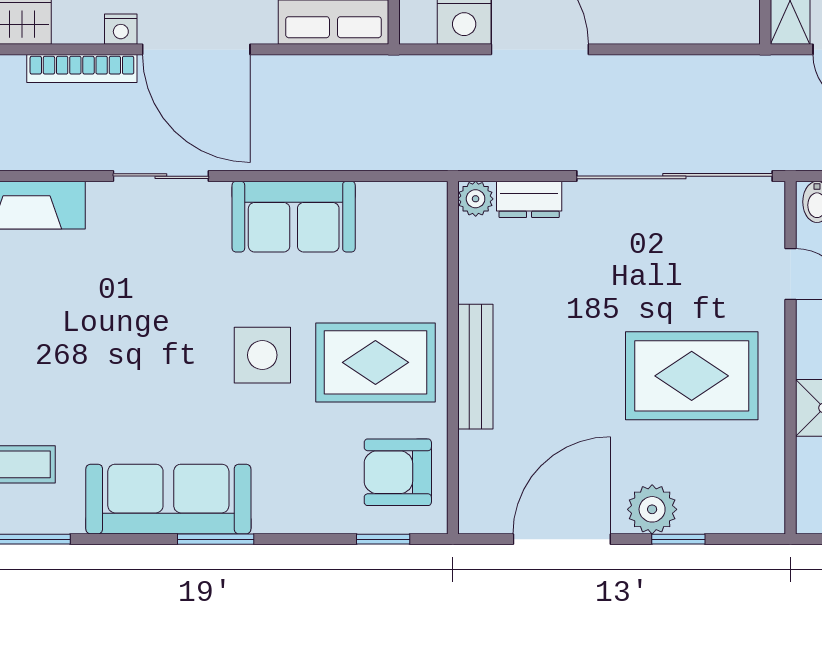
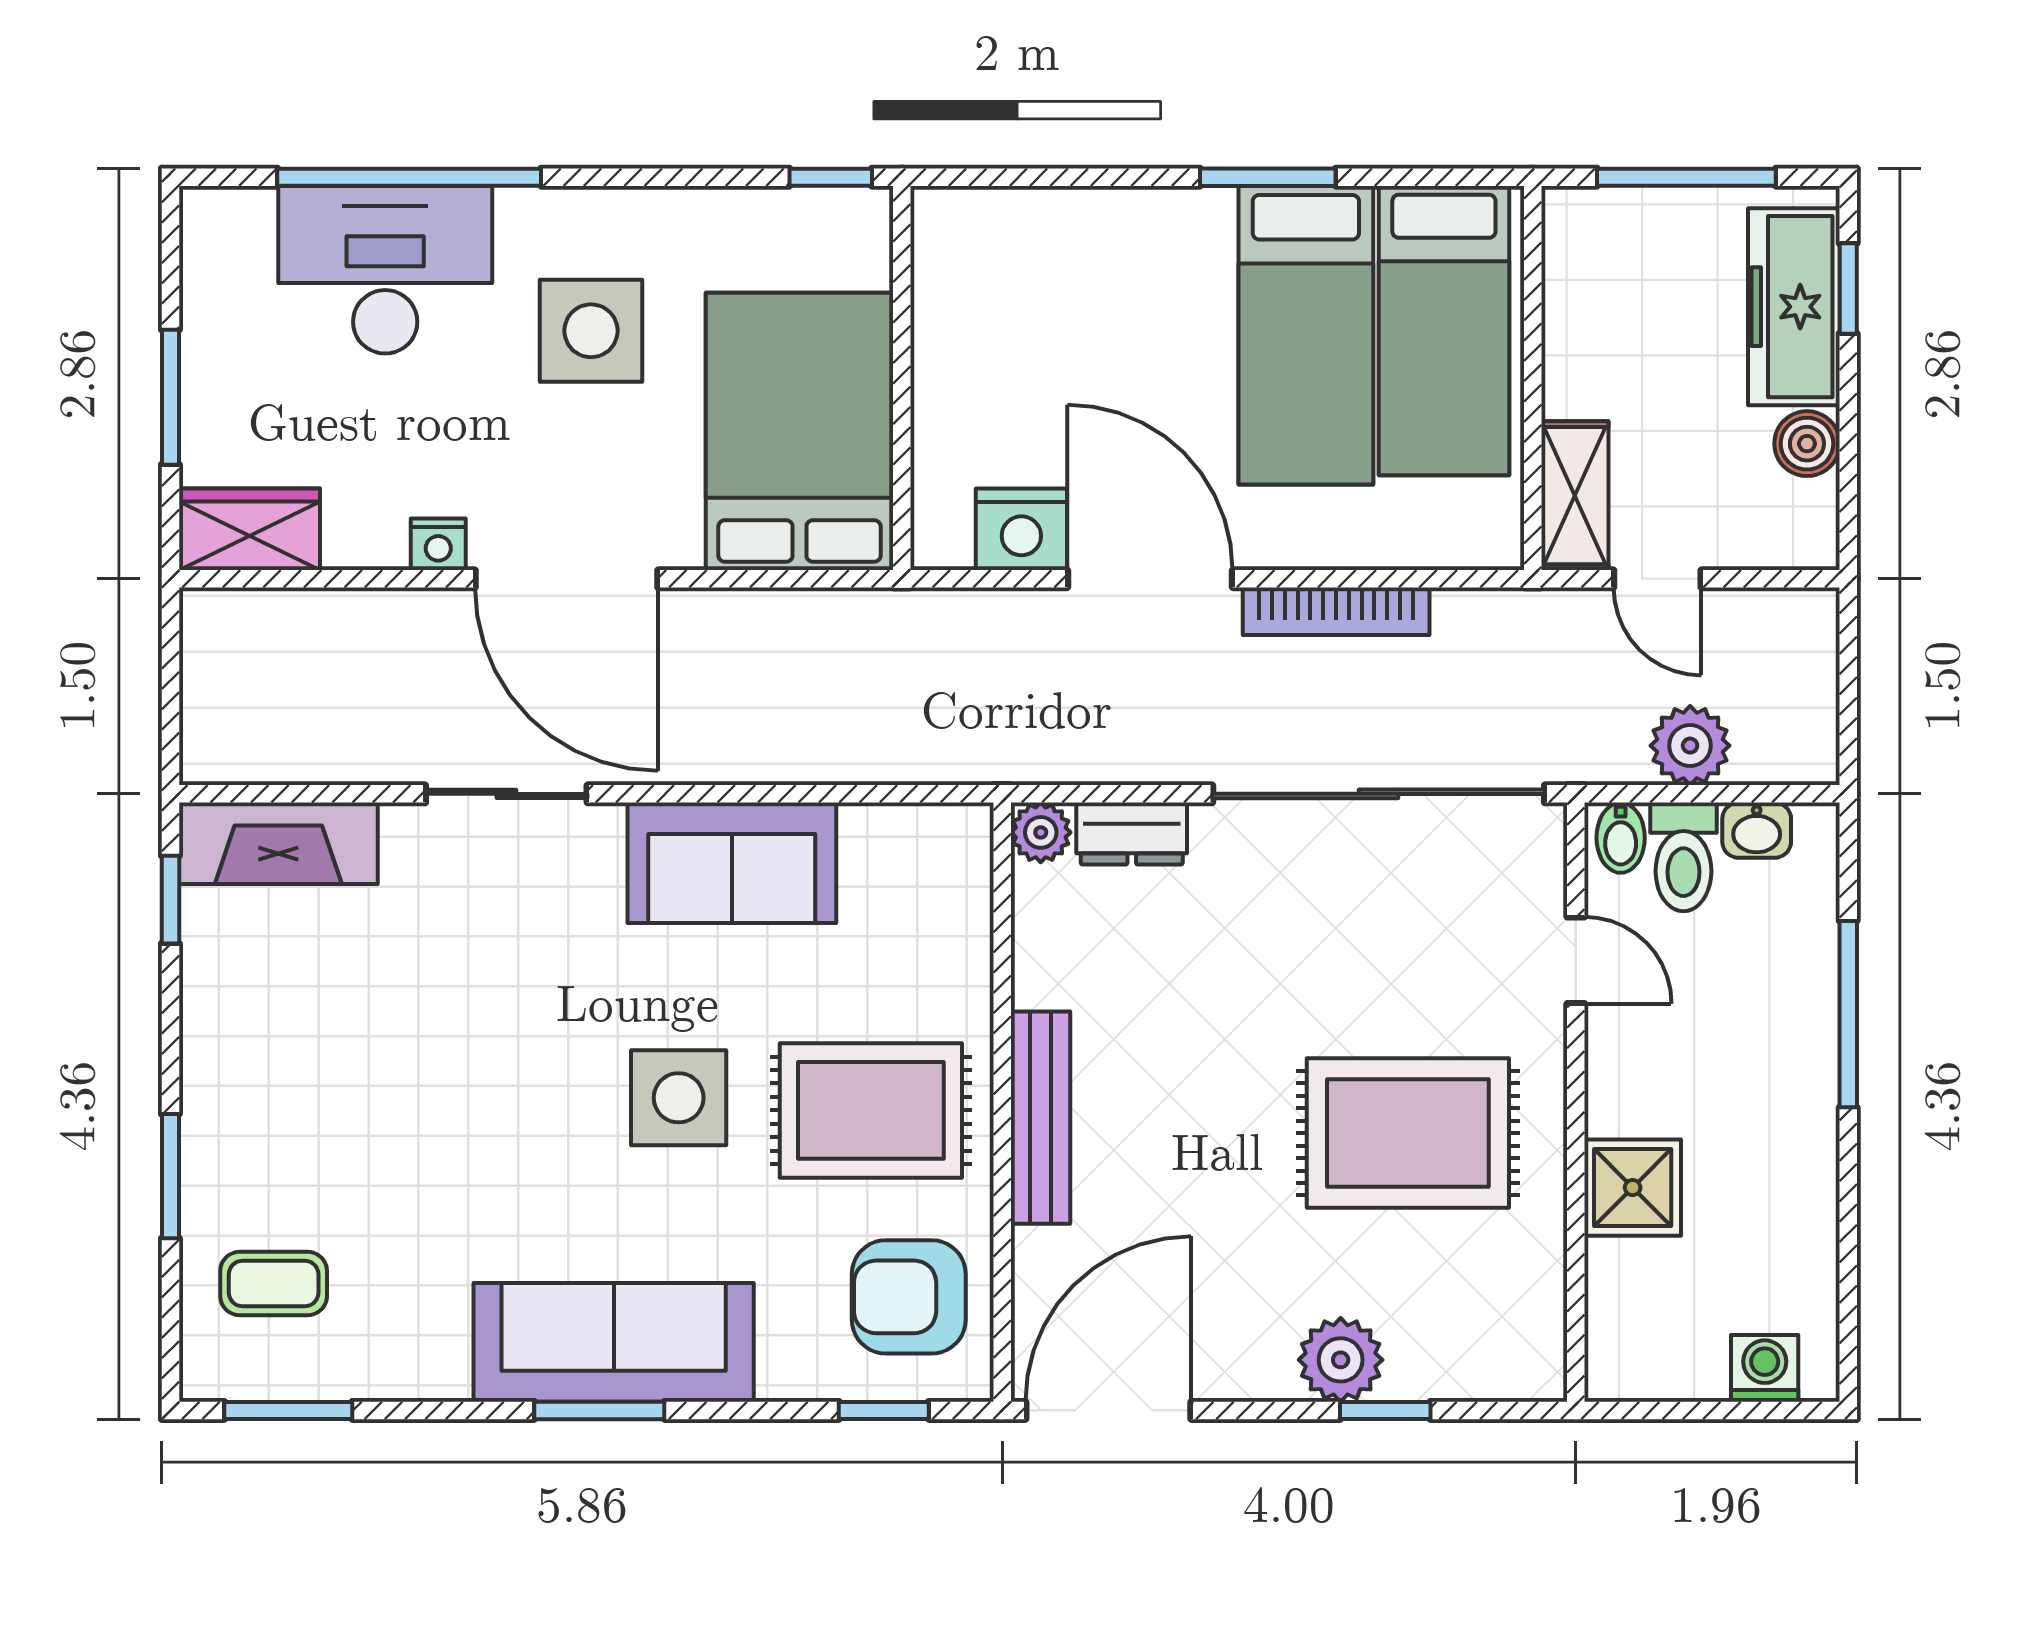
bookcase: (82, 69) -> (1336, 611), moved
sofa: (168, 499) -> (614, 1342), moved
door: (562, 539) -> (1108, 1410), moved

